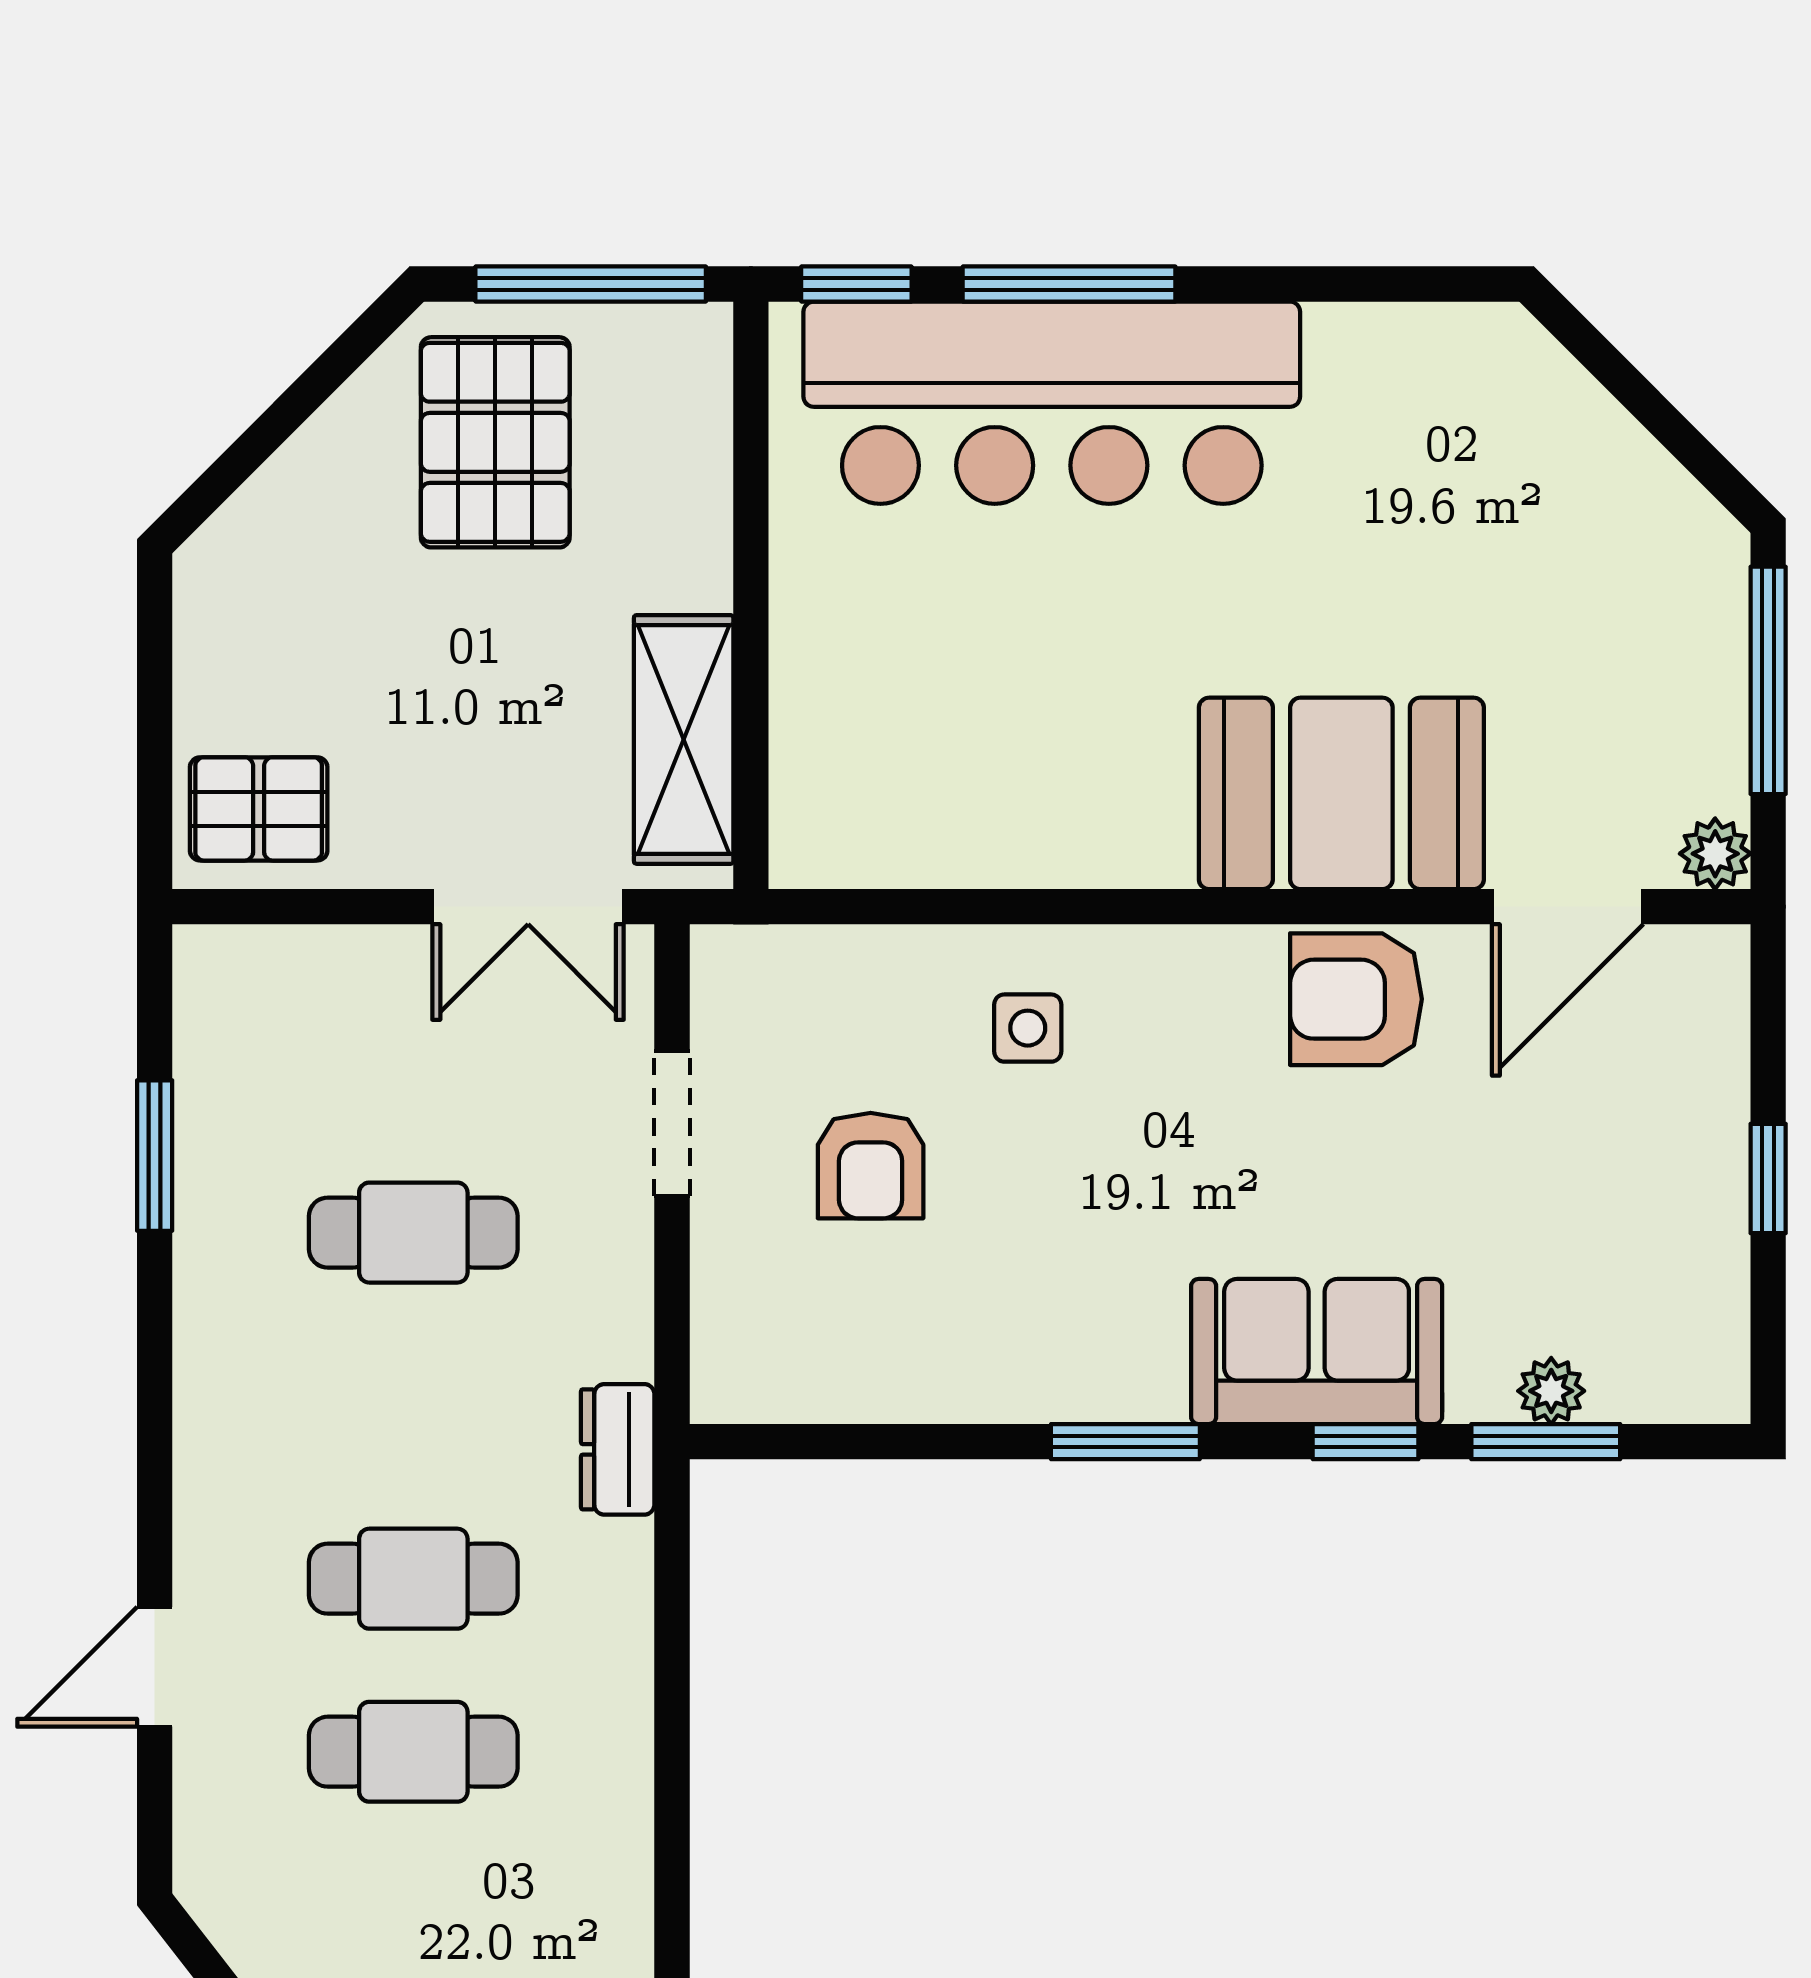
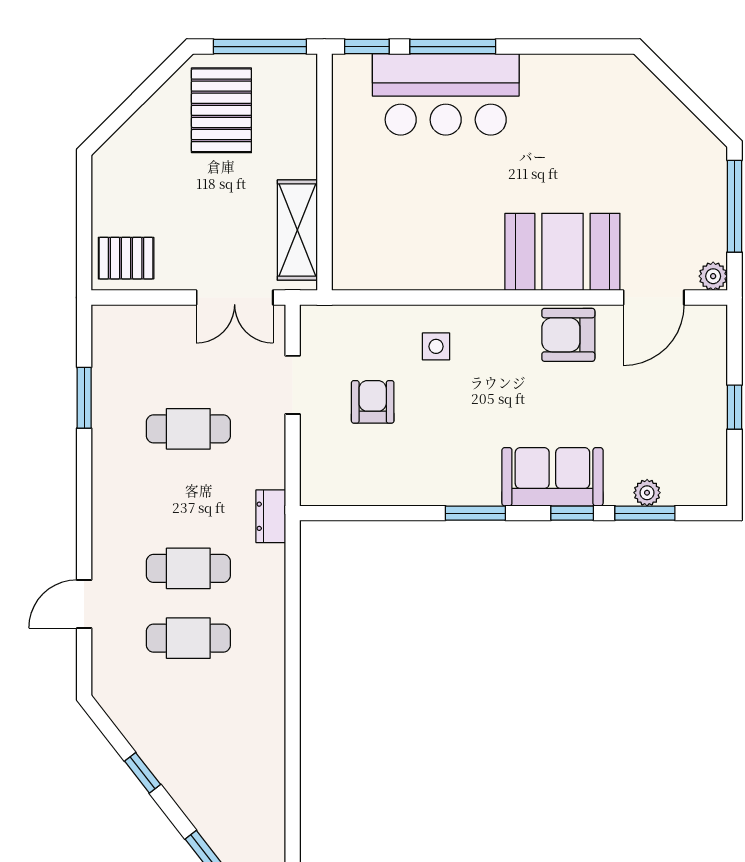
bar counter: (1052, 403) -> (446, 94), width x0.73
armchair: (871, 1166) -> (373, 402), turned 180

